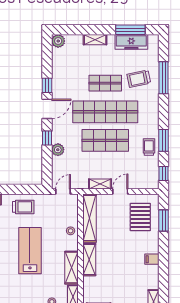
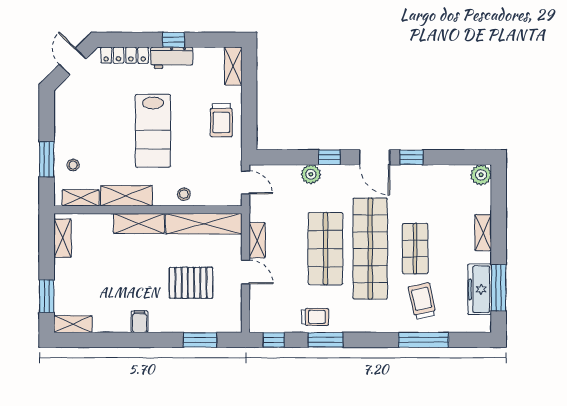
pallet: (140, 217) -> (191, 283), moved
lab bench: (30, 251) -> (153, 131), turned 90

